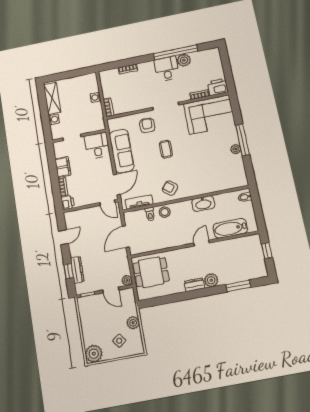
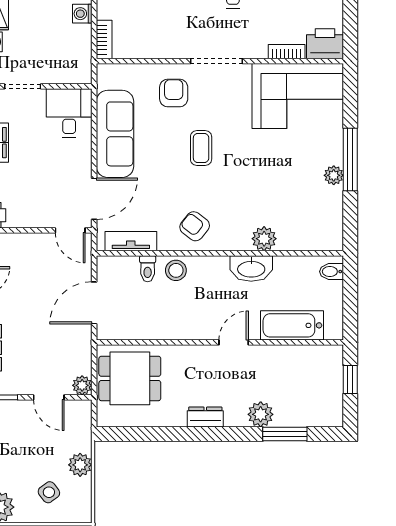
plant: (207, 187) -> (264, 239), added
plant: (211, 280) -> (261, 414), moved

